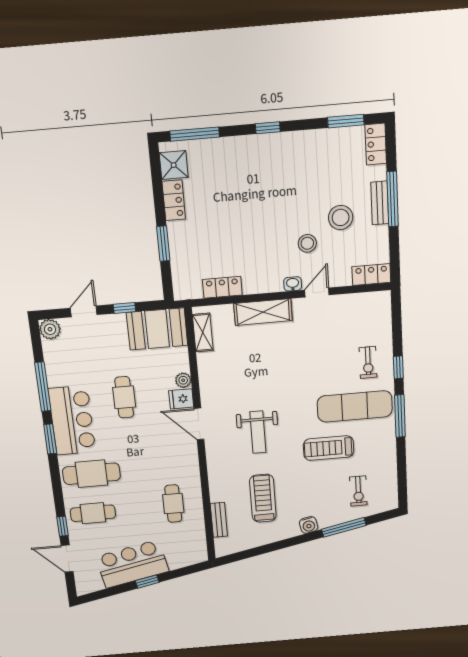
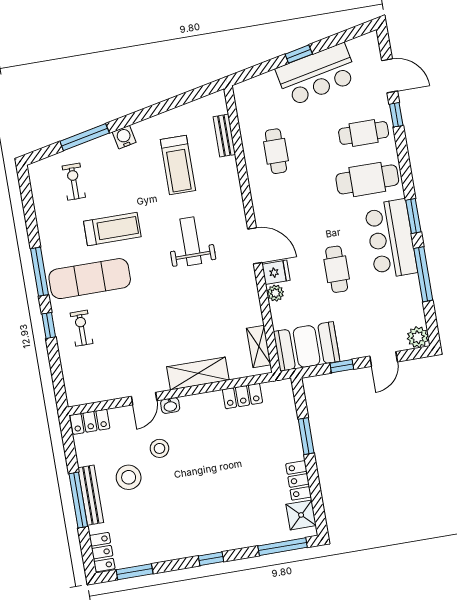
bench: (380, 203) -> (91, 495), width x1.36

